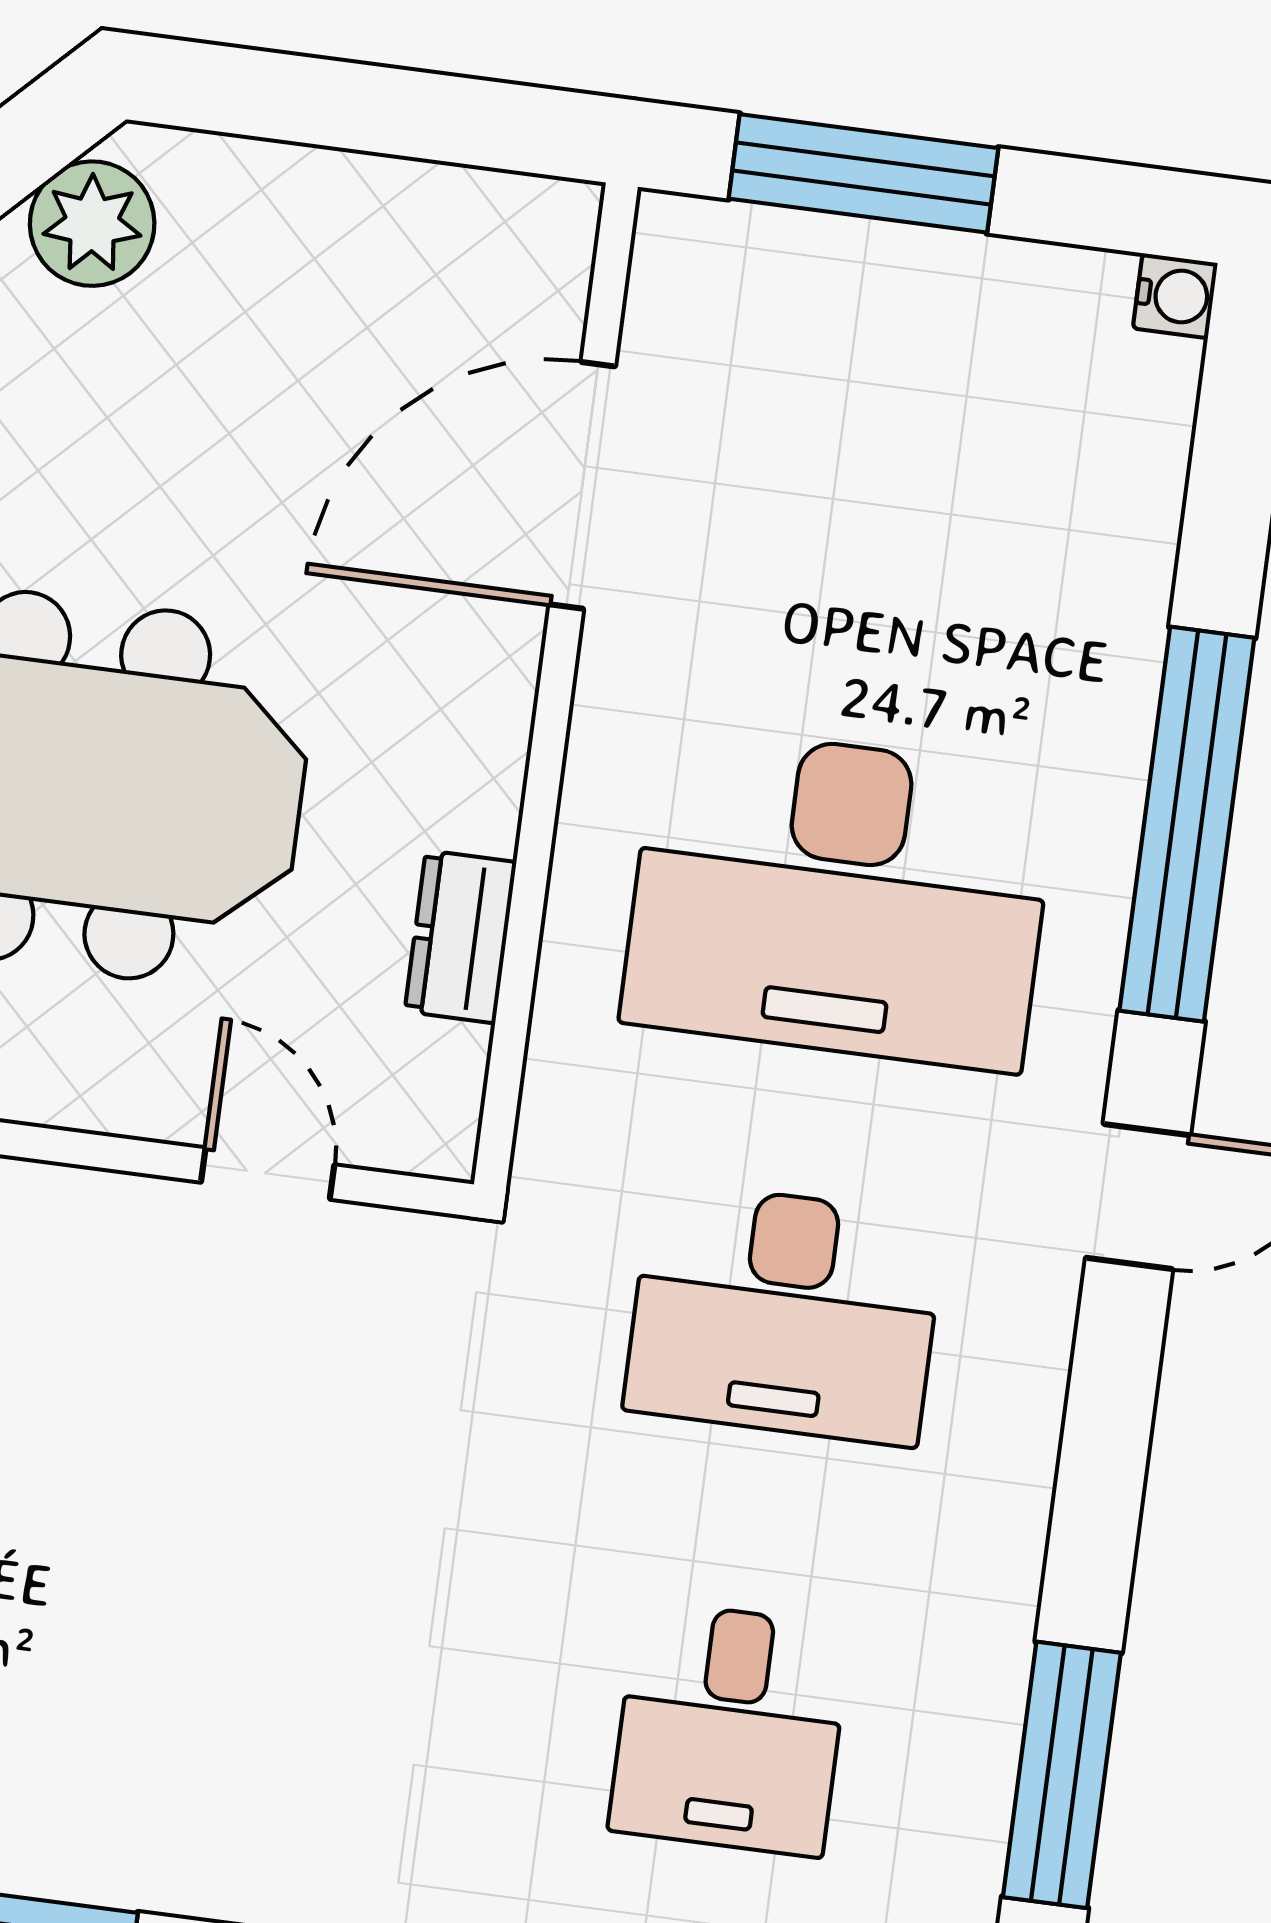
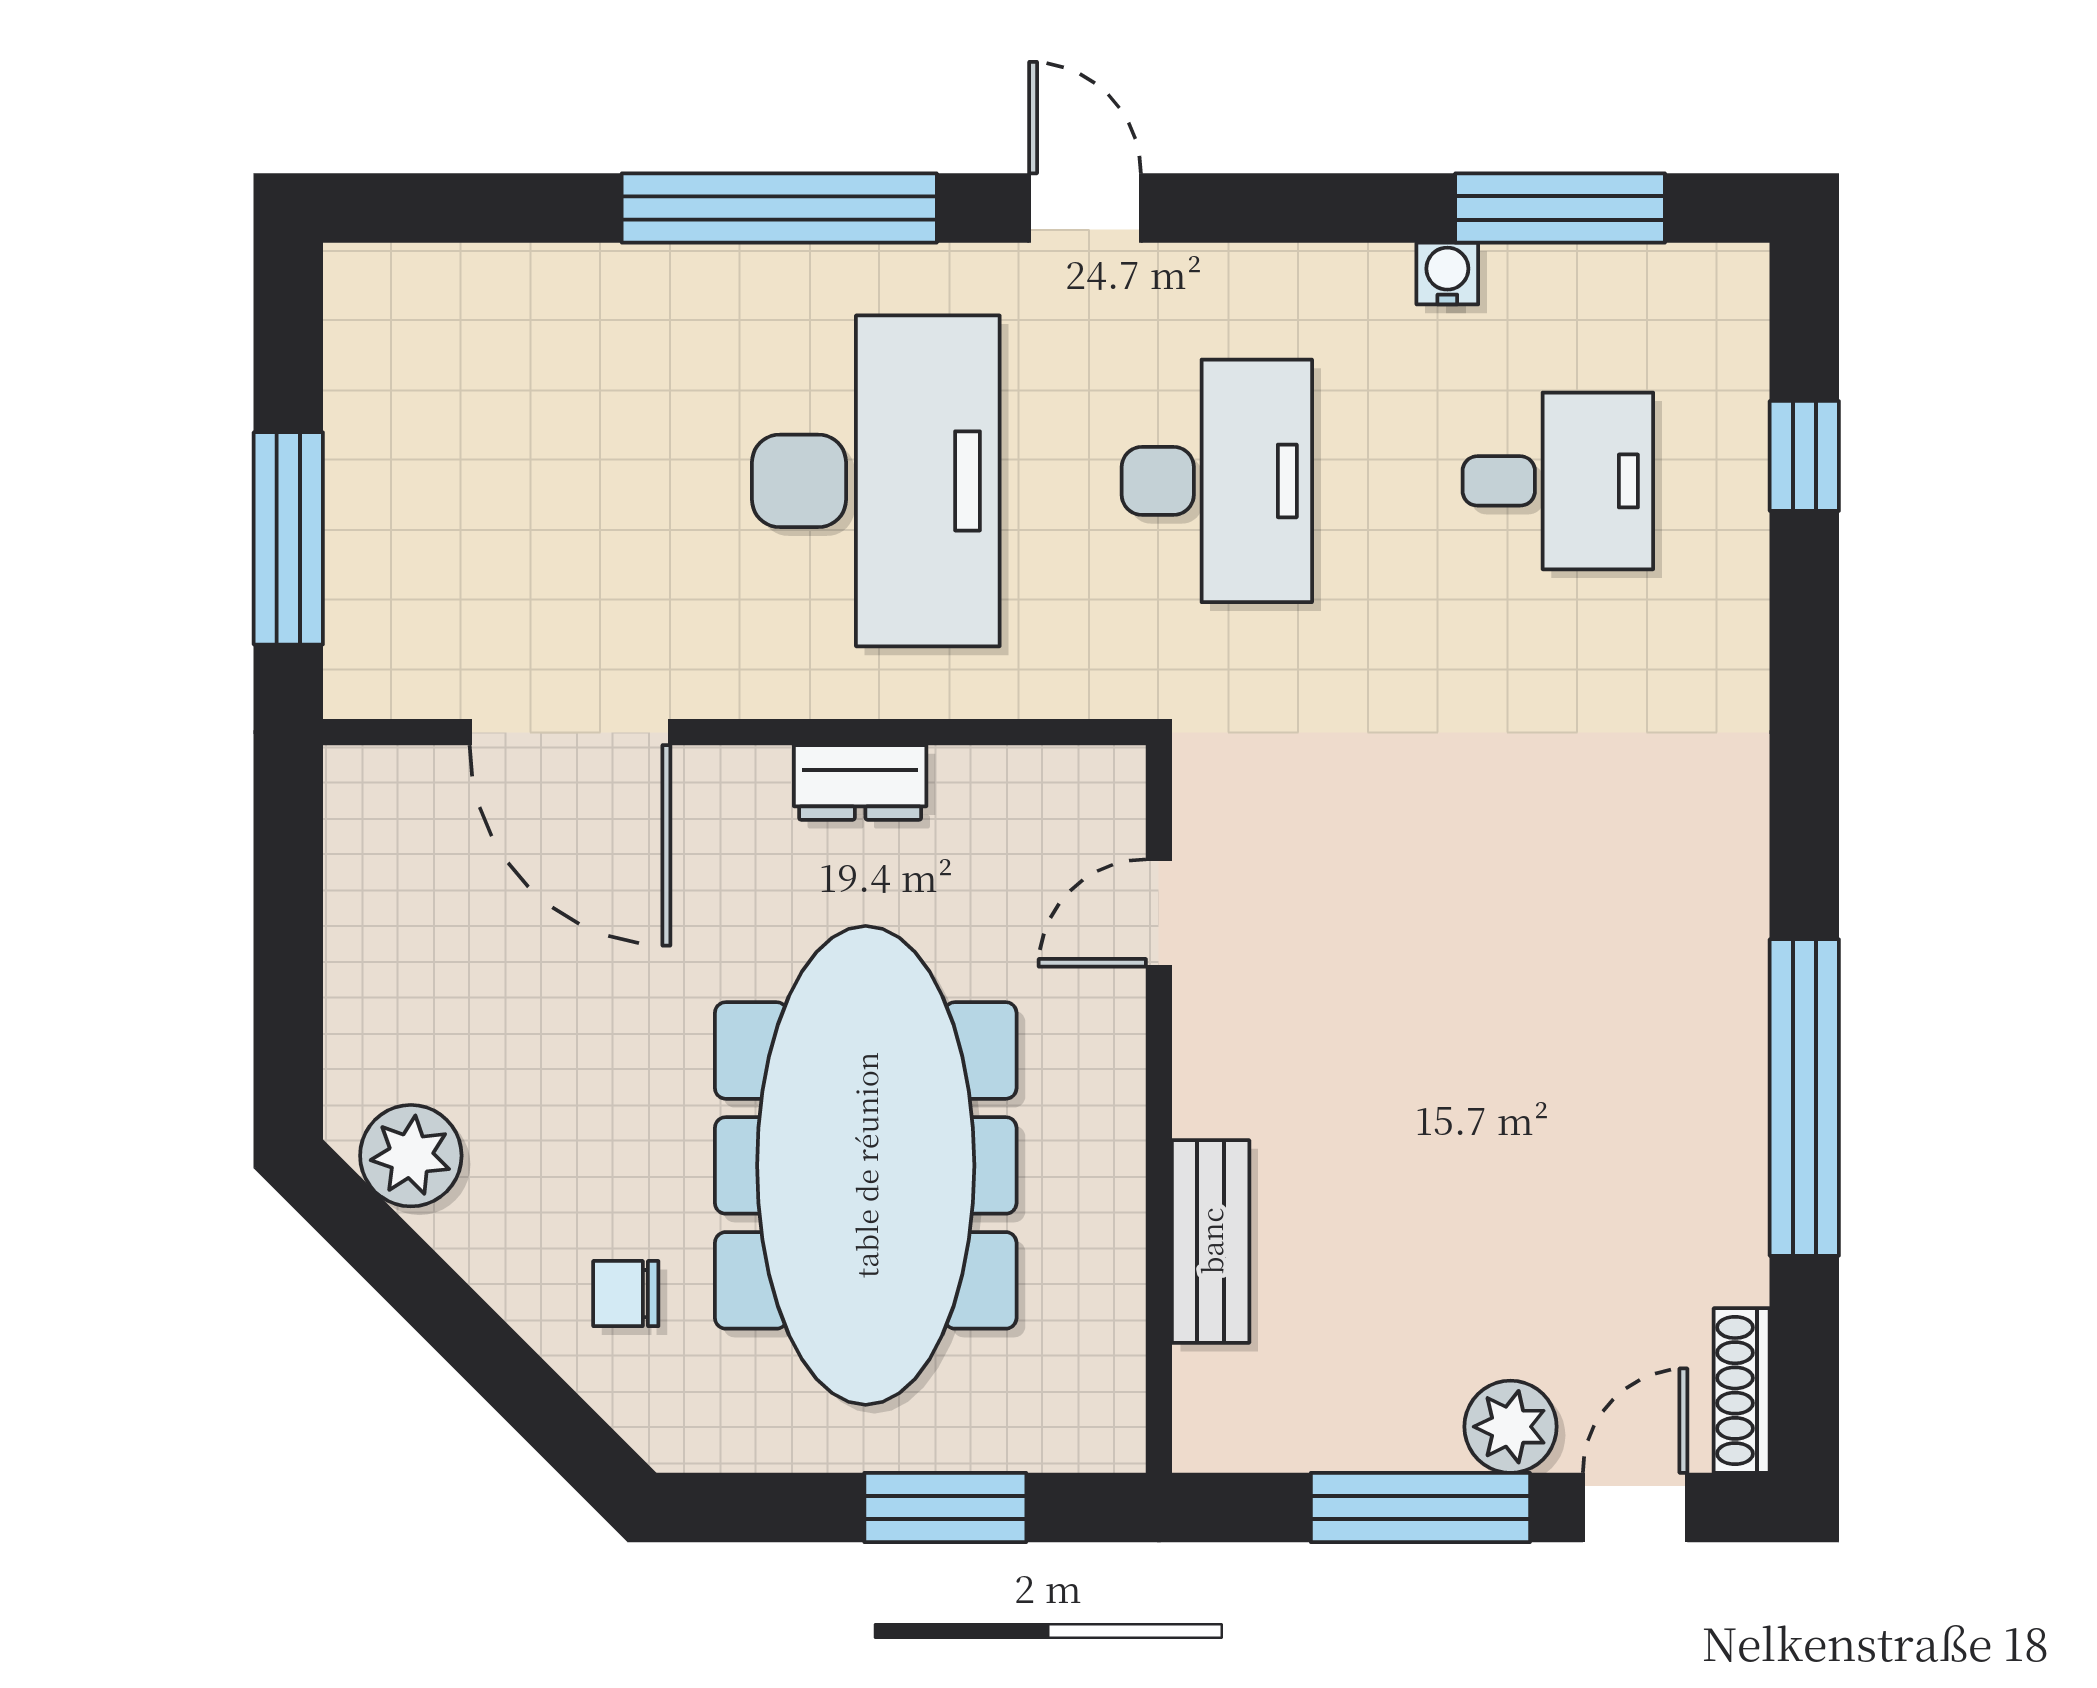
water cooler: (1175, 296) -> (1447, 274), moved
dresser: (461, 937) -> (860, 782), moved

